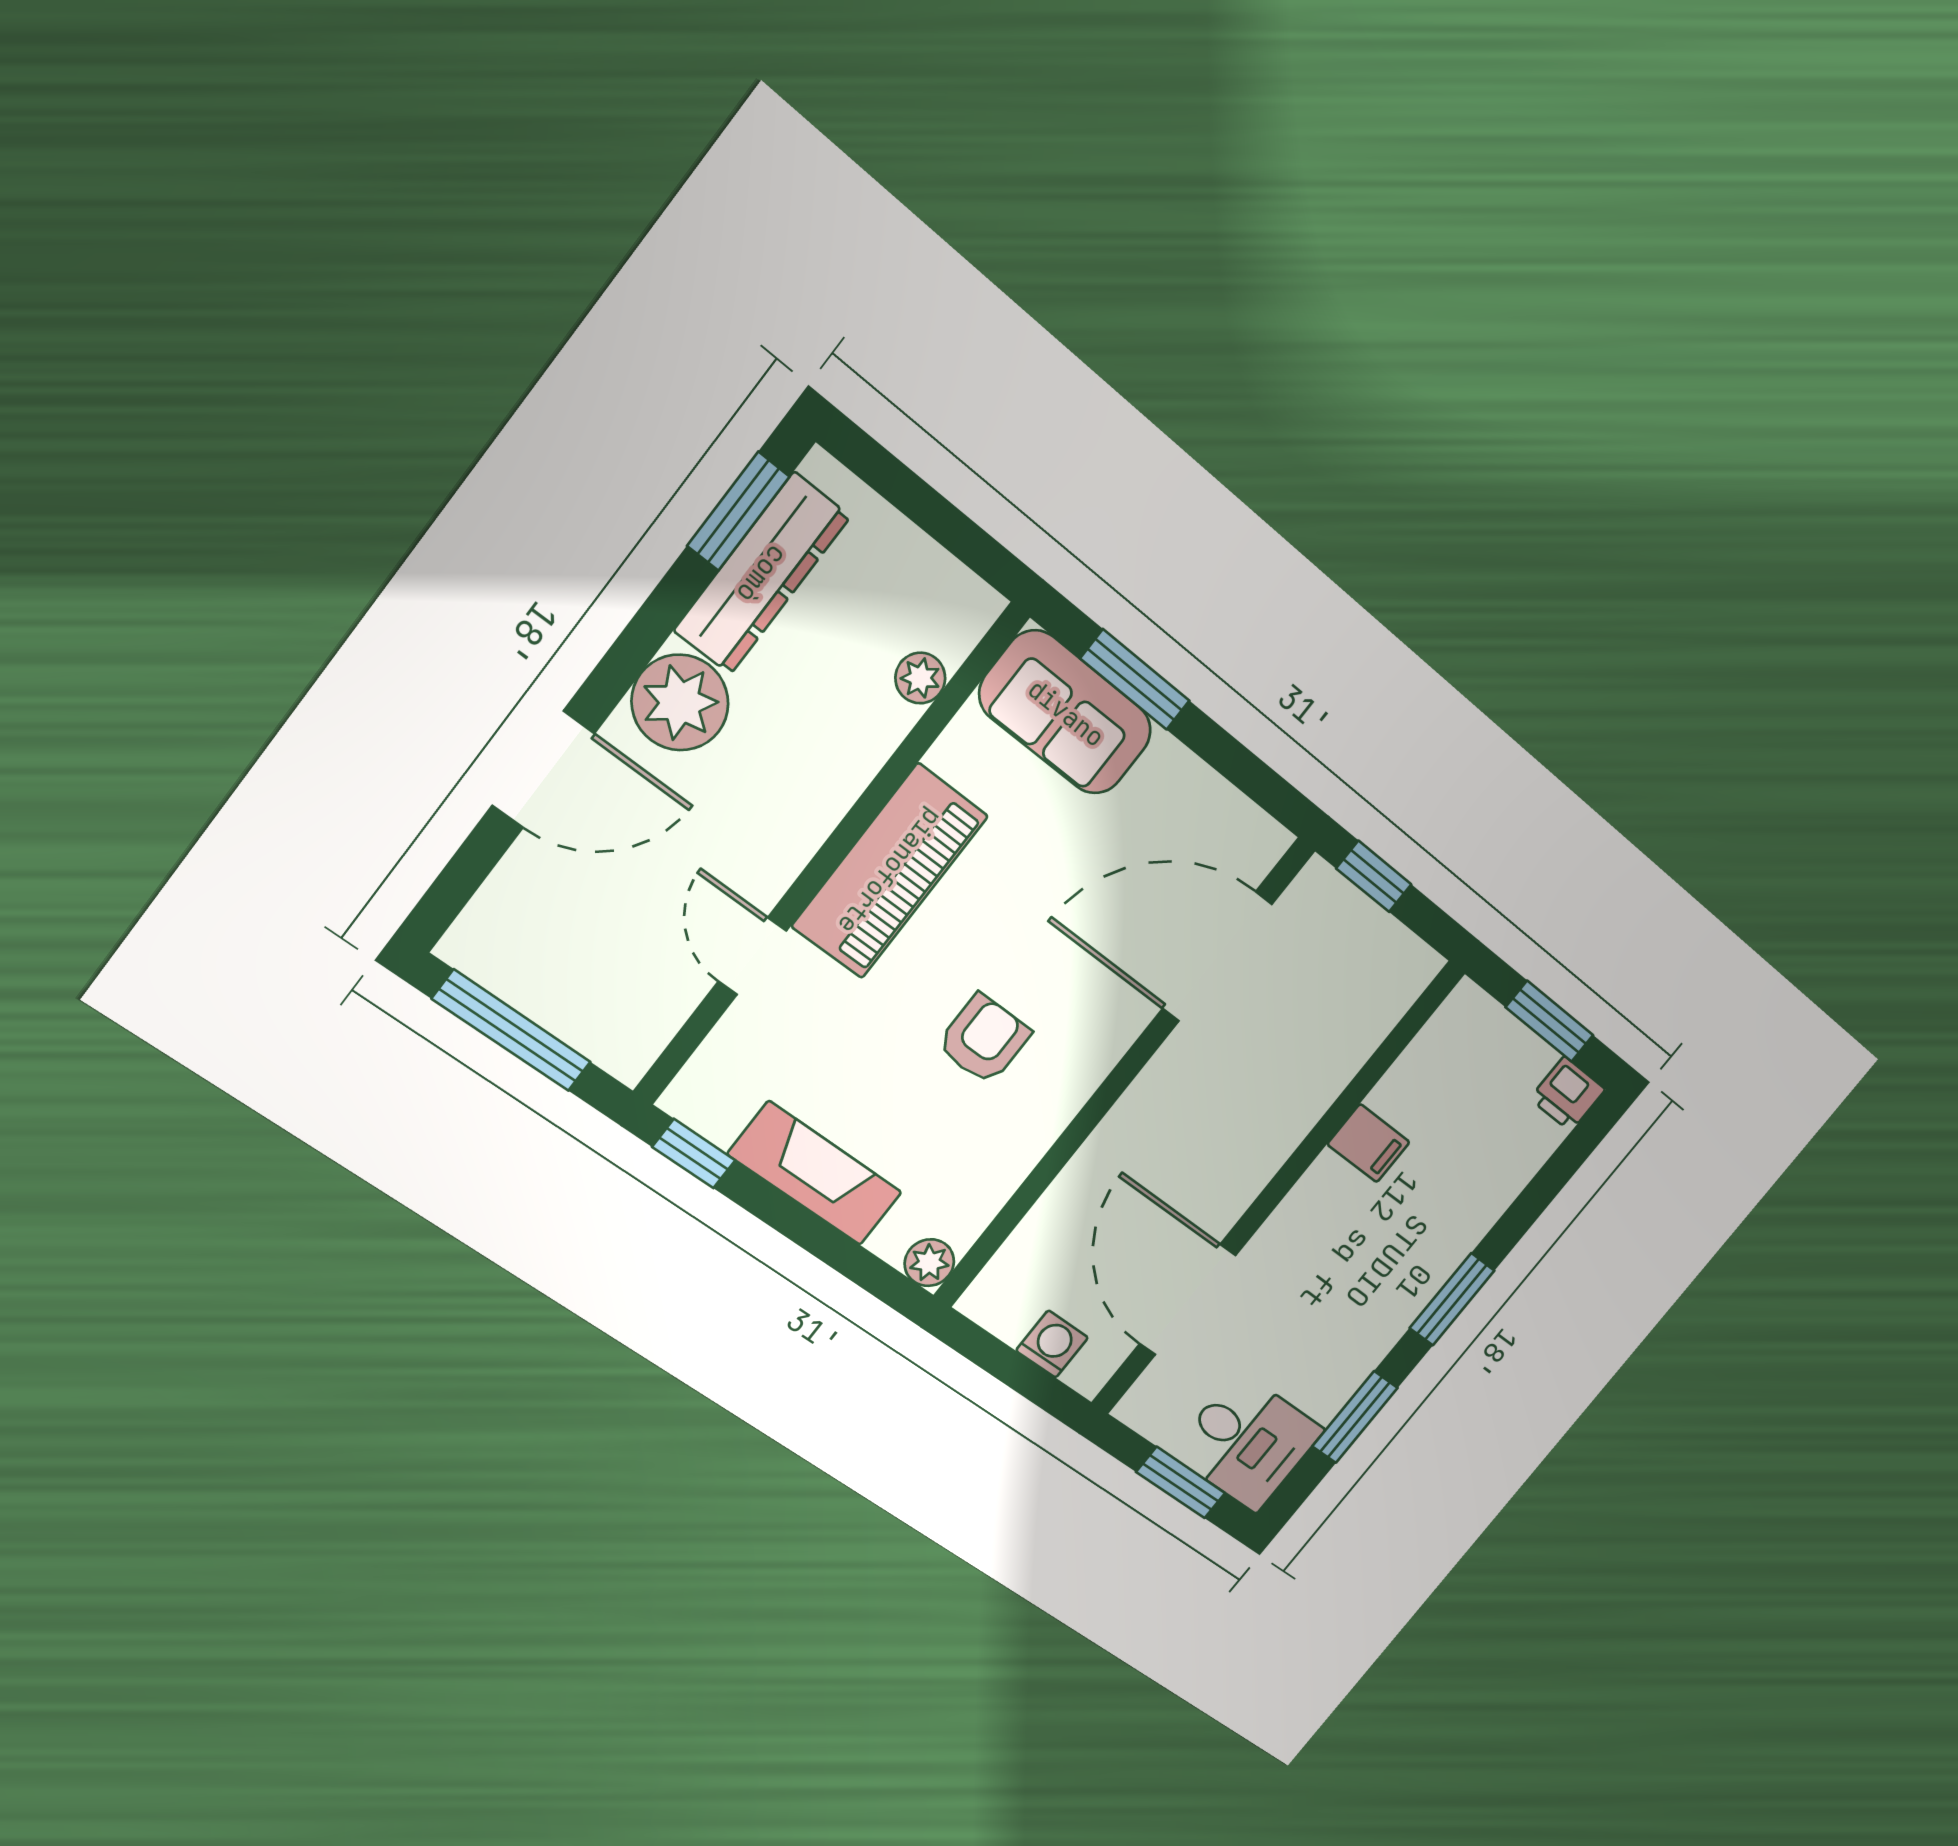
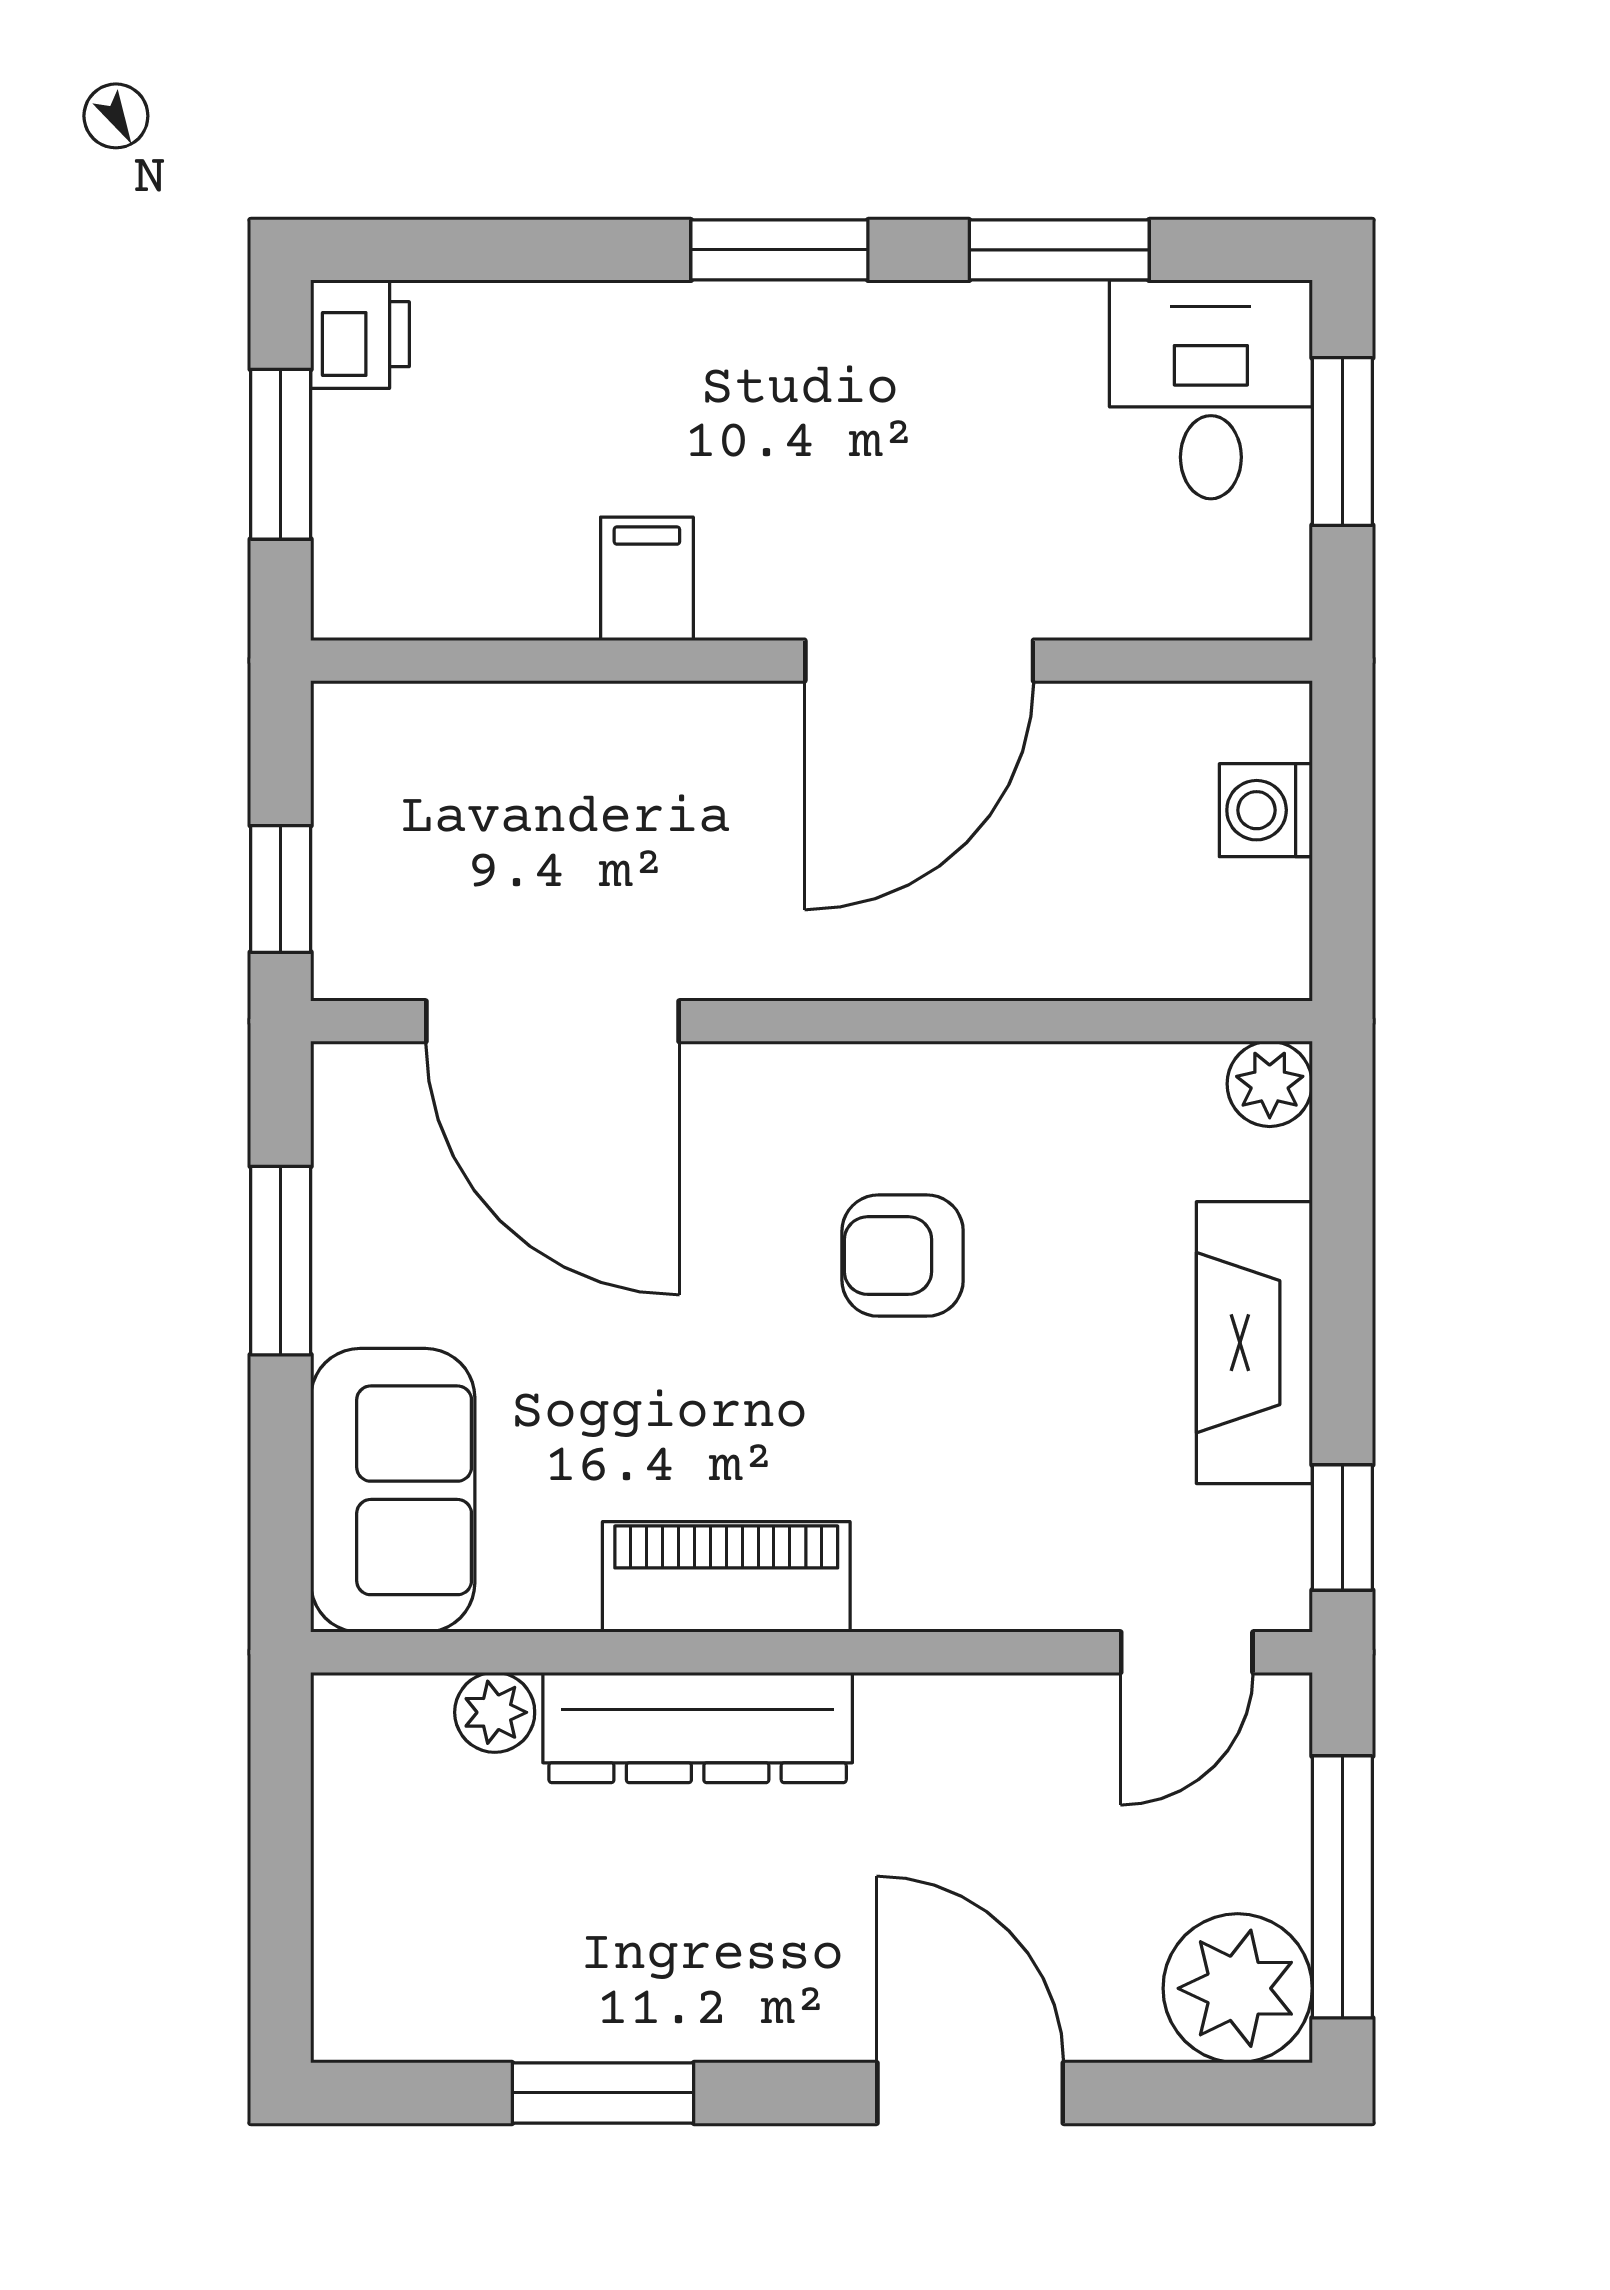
window: (738, 511) -> (603, 2093), moved
dresser: (762, 574) -> (698, 1727), moved, turned 180
window: (1135, 680) -> (281, 1261), moved
plant: (680, 703) -> (1238, 1988), moved
piano: (890, 871) -> (726, 1577), width x0.73, depth x0.75
door: (752, 956) -> (1187, 1652), moved
door: (1188, 1300) -> (919, 661), moved

